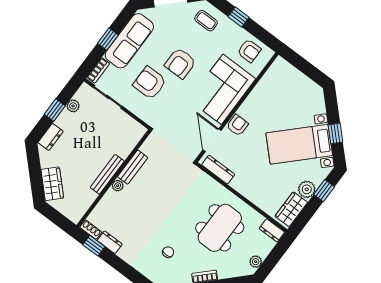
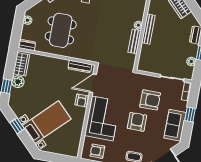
sofa: (129, 41) -> (175, 125), width x0.73
door: (212, 140) -> (93, 83), swing flipped
bed with nightstands: (299, 144) -> (47, 122), moved

